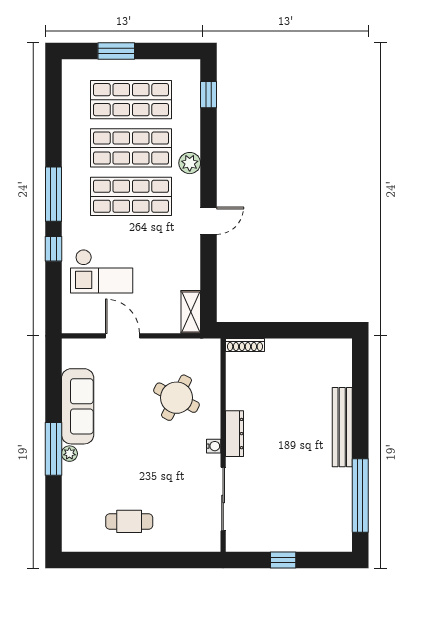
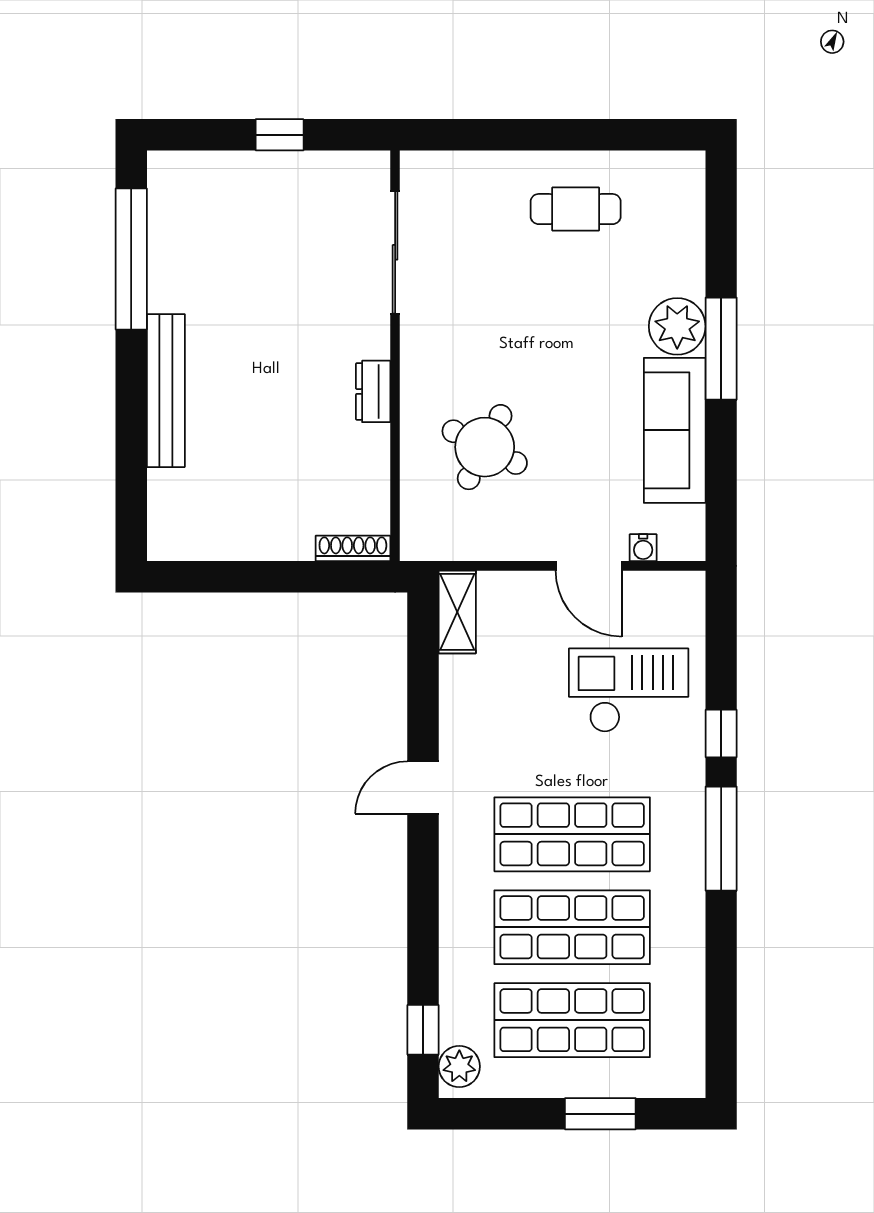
plant: (190, 163) -> (459, 1066), moved
dresser: (235, 434) -> (373, 391), width x0.70
water cooler: (214, 446) -> (643, 548), moved, turned -90
plant: (69, 454) -> (677, 326), width x1.88, depth x1.88

